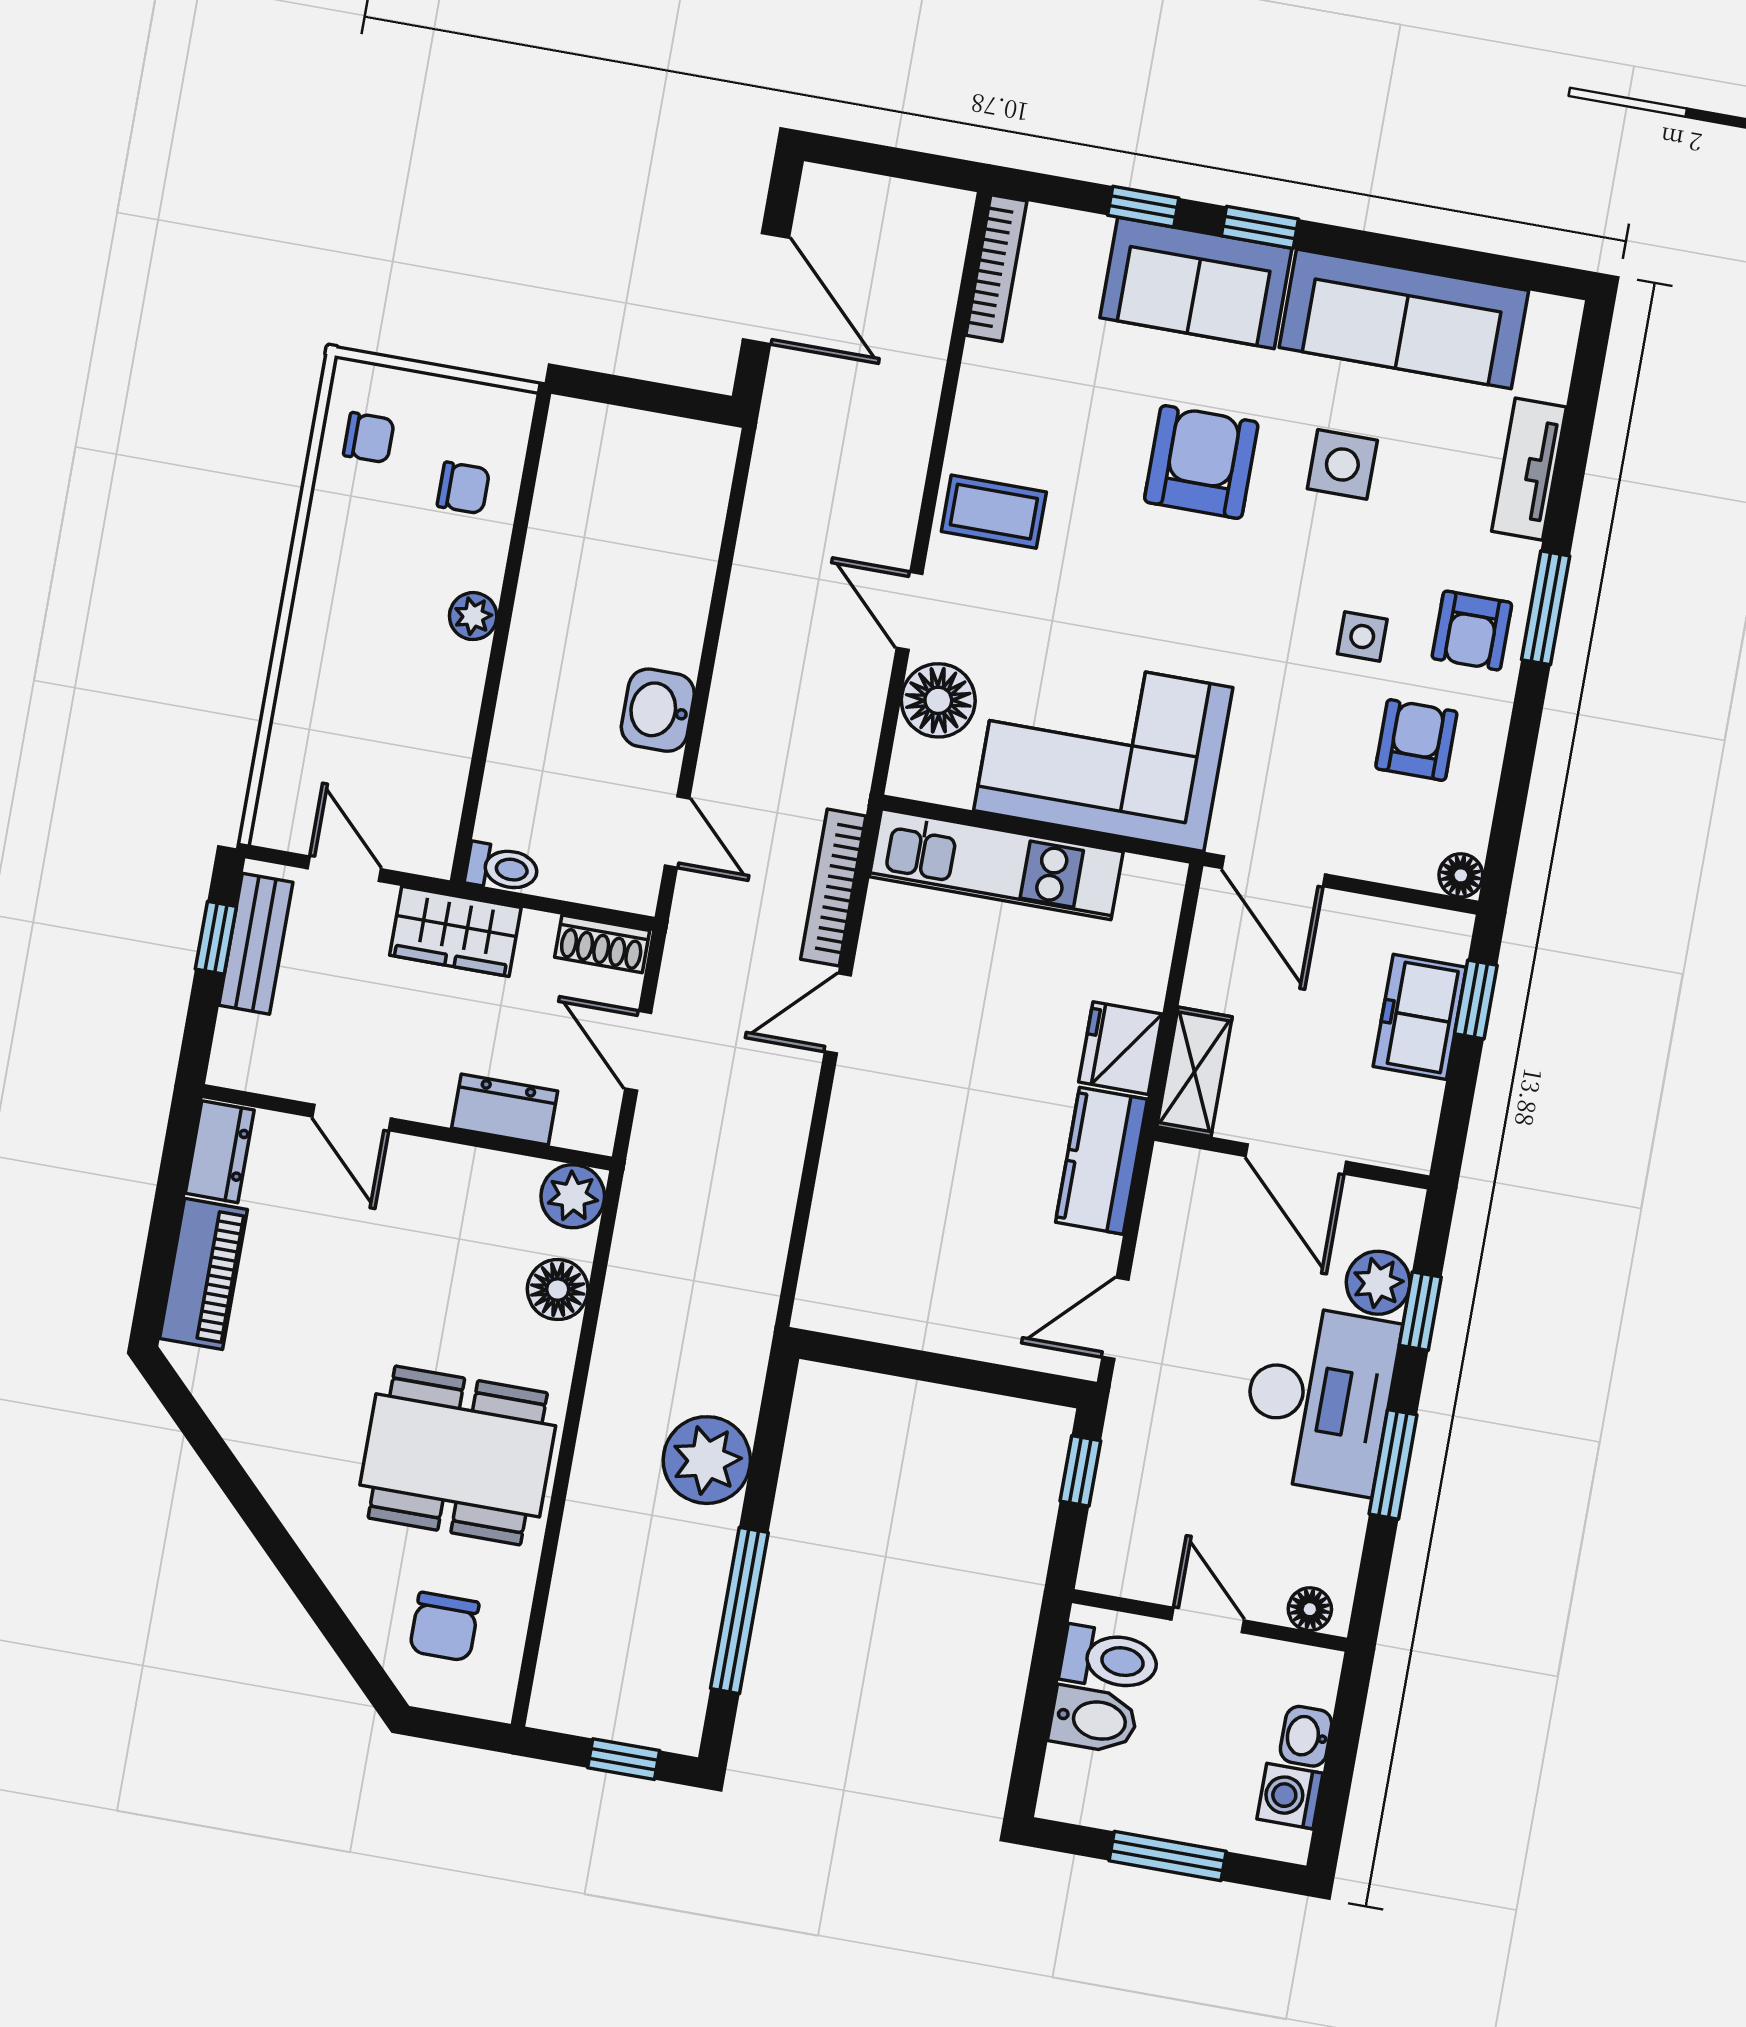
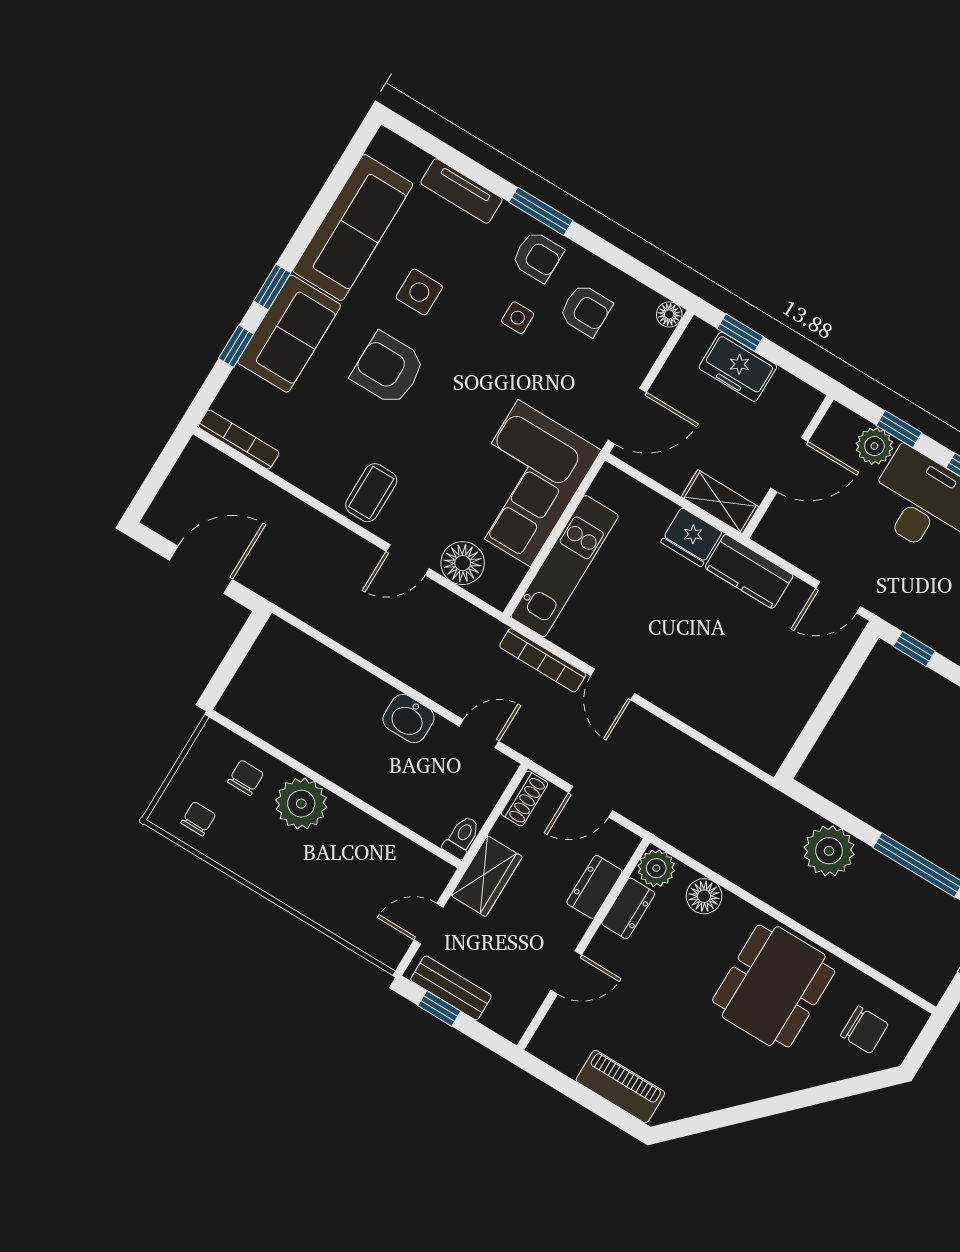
plant: (473, 616) -> (301, 804), width x1.88, depth x1.88
armchair: (1416, 740) -> (586, 310), turned 180
dresser: (220, 1152) -> (628, 908), moved, turned 90
door: (1115, 1318) -> (838, 597), hinge flipped

